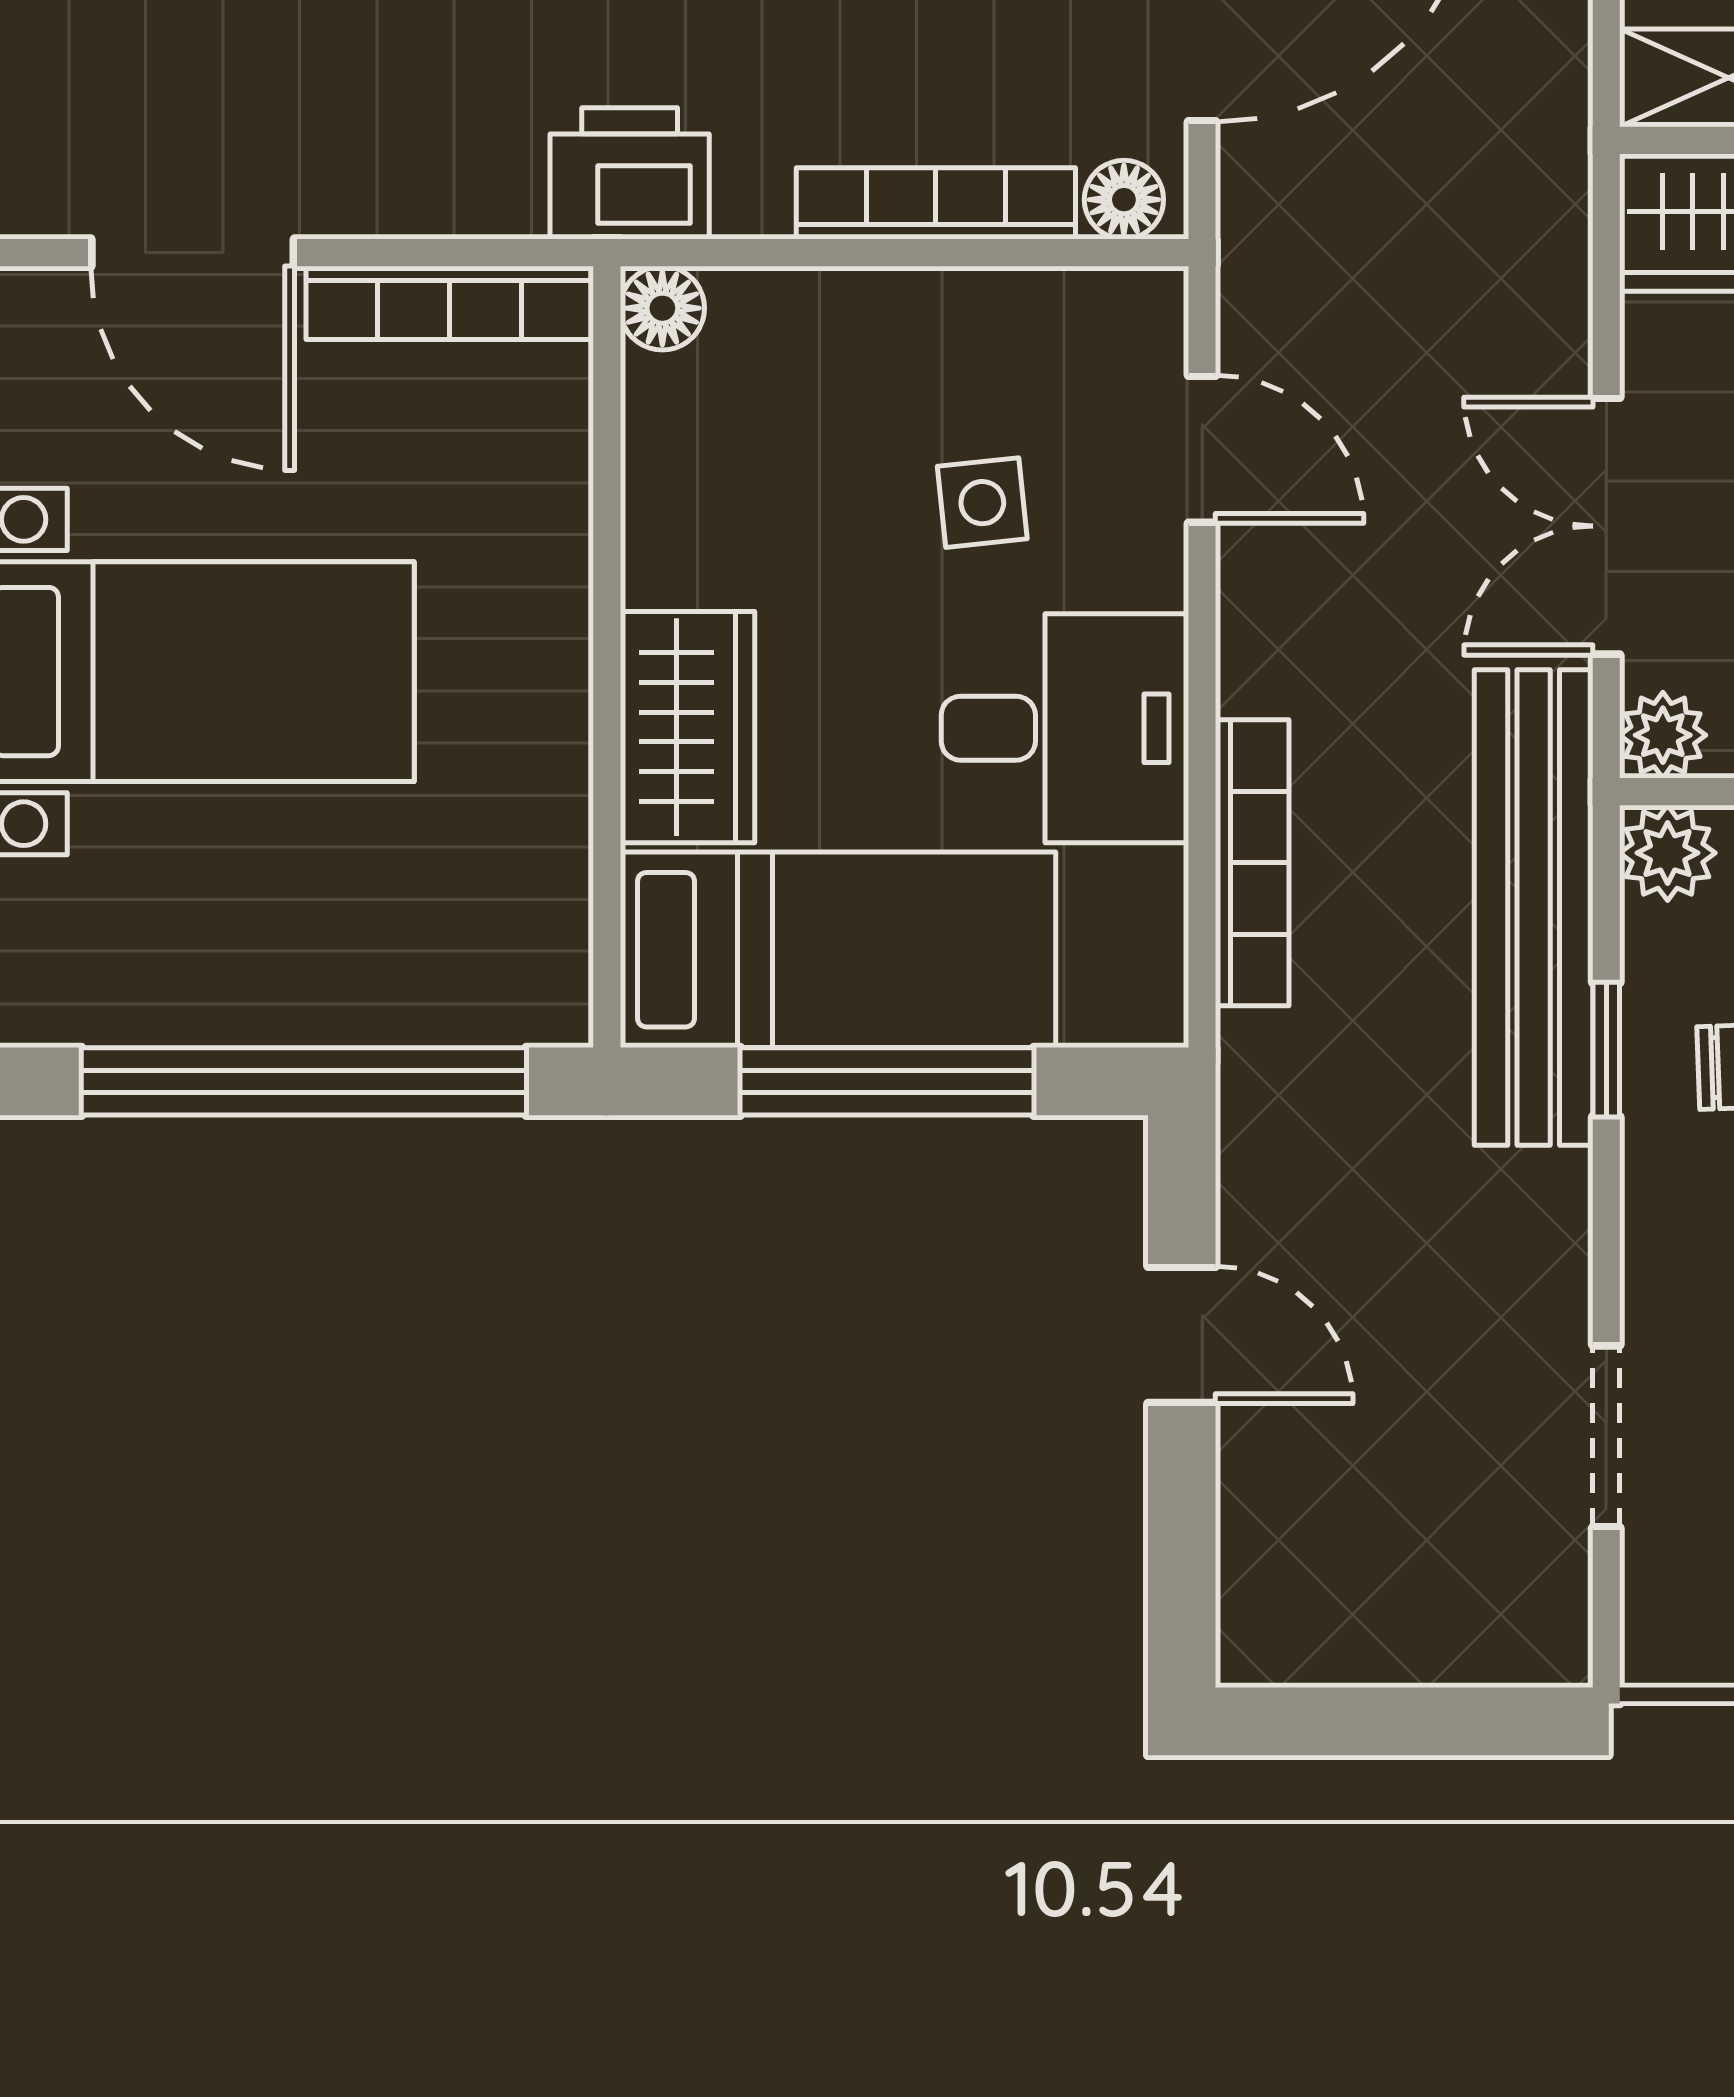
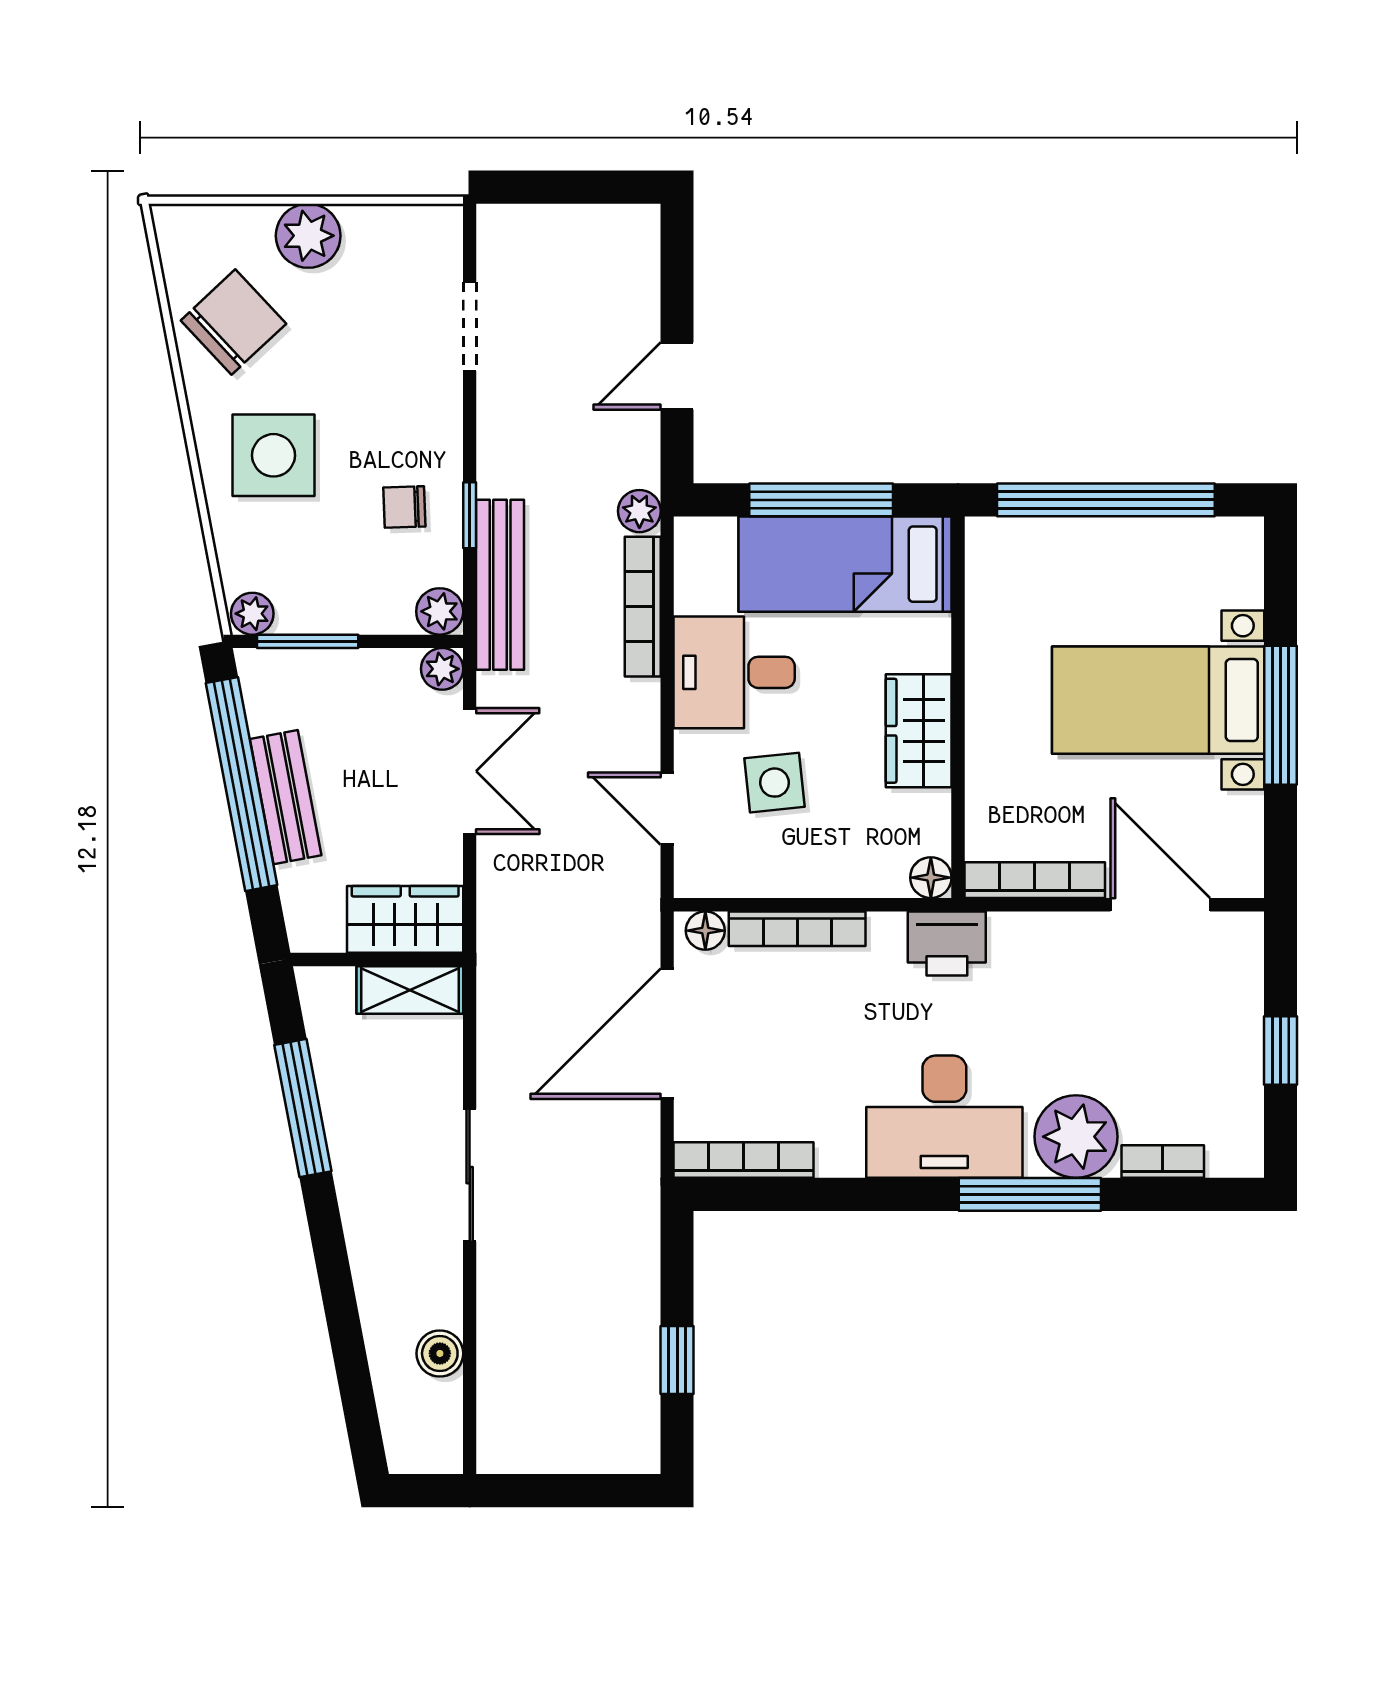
side table: (982, 503) -> (774, 783), width x1.37, depth x1.37
wardrobe: (687, 727) -> (919, 731), moved
bench: (1534, 908) -> (500, 585), width x0.73, depth x0.82
plant: (1259, 1058) -> (639, 511), added
door: (1182, 1335) -> (677, 376), hinge flipped

